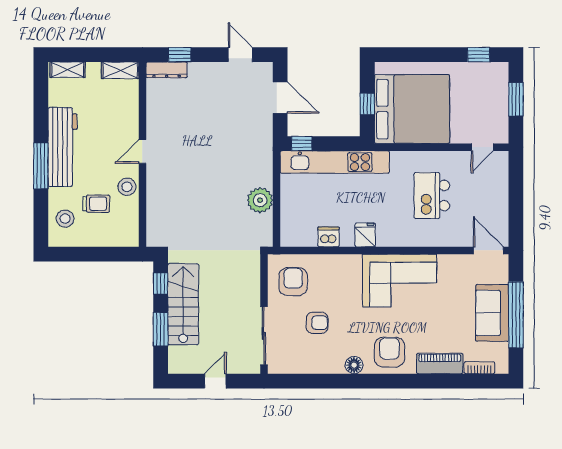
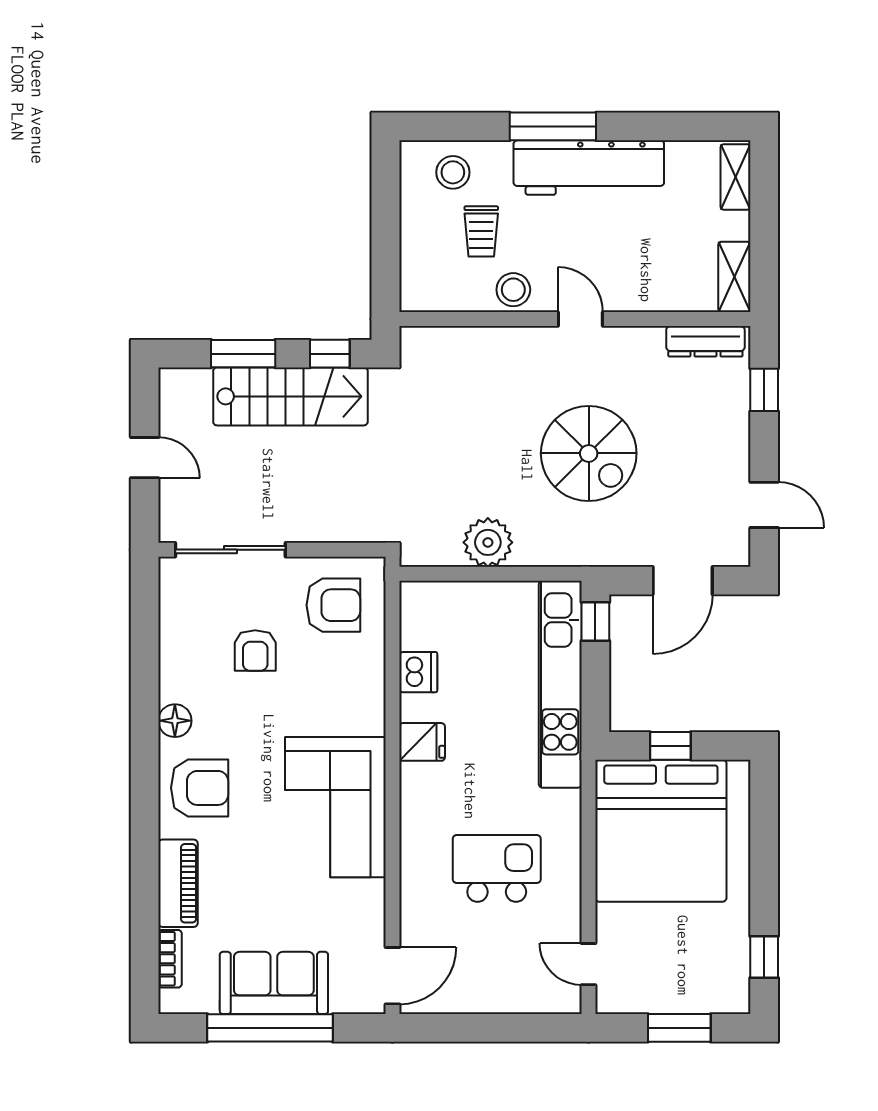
door: (240, 55) -> (764, 505), hinge flipped
dresser: (167, 70) -> (705, 341), moved, turned -90
spiral stairs: (213, 147) -> (589, 453), added

